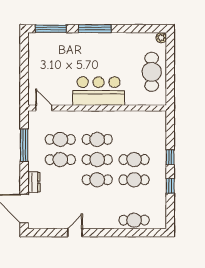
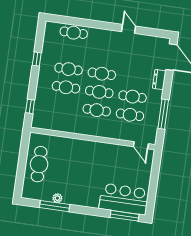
window: (95, 29) -> (55, 206), moved
plant: (161, 38) -> (57, 198), moved
bar counter: (99, 91) -> (124, 199), moved, turned 180
window: (170, 157) -> (30, 106), moved
door: (75, 233) -> (129, 29), swing flipped

